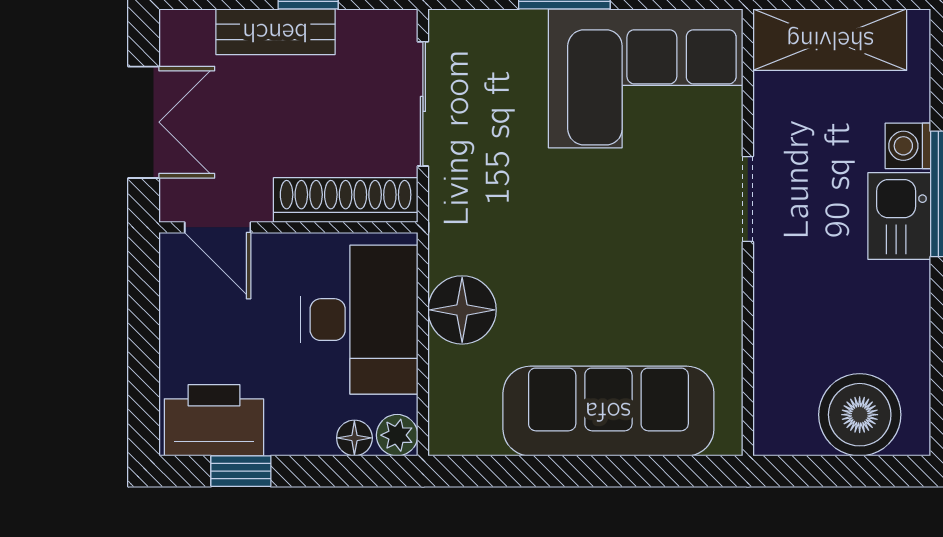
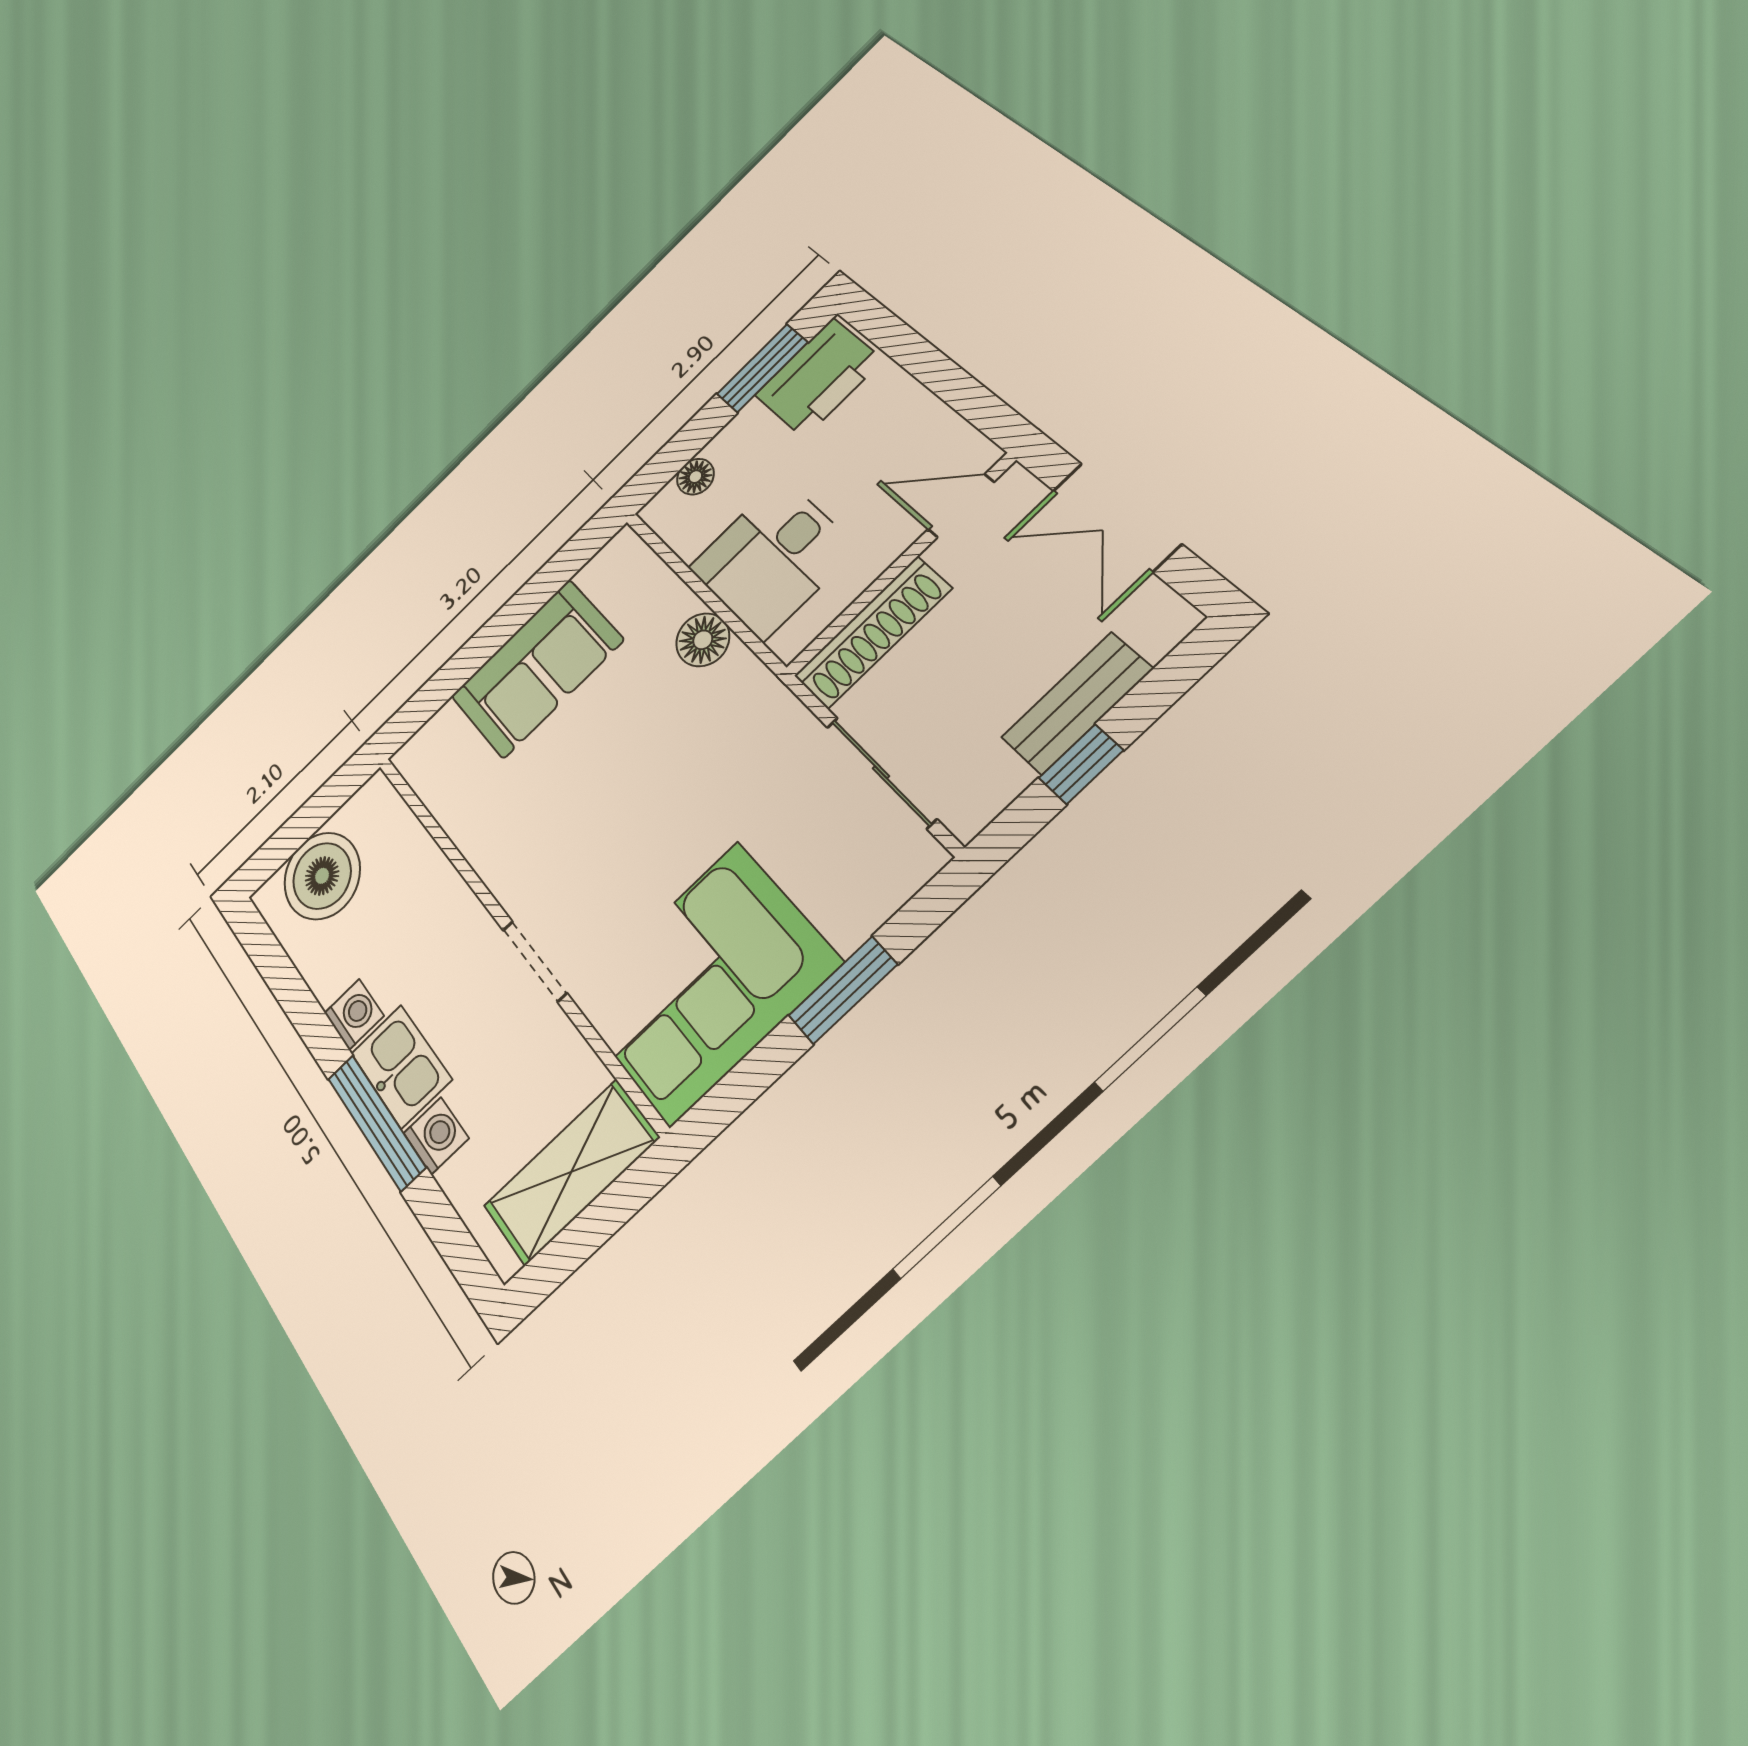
washing machine: (908, 286) -> (354, 1014), added
floor lamp: (462, 310) -> (703, 640), width x0.73, depth x0.73
desk: (359, 320) -> (772, 558), width x0.73
sofa: (608, 411) -> (537, 668), width x0.73
plant: (397, 435) -> (664, 511), removed
window: (241, 471) -> (762, 368), width x1.50

